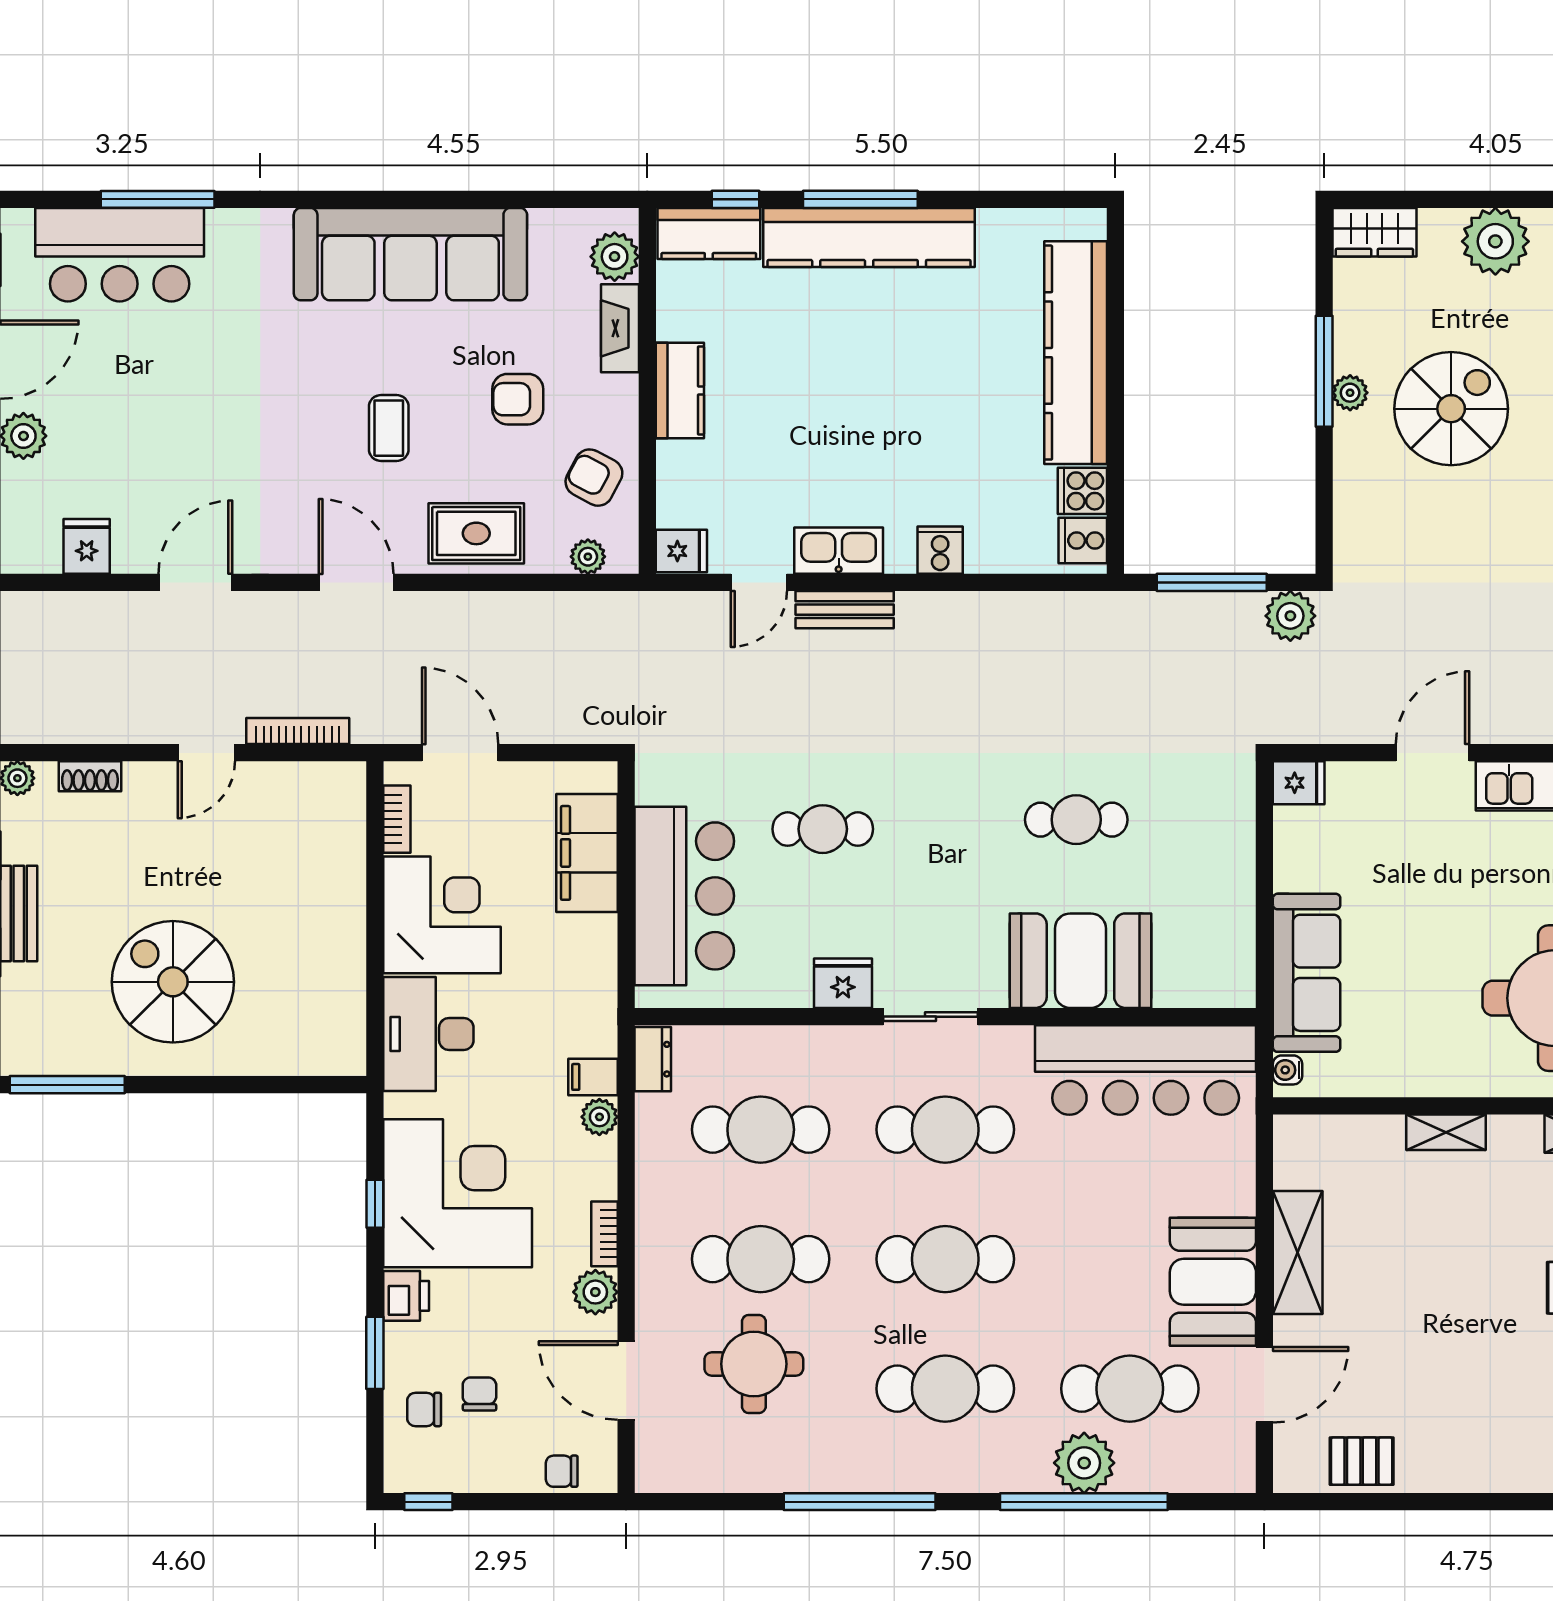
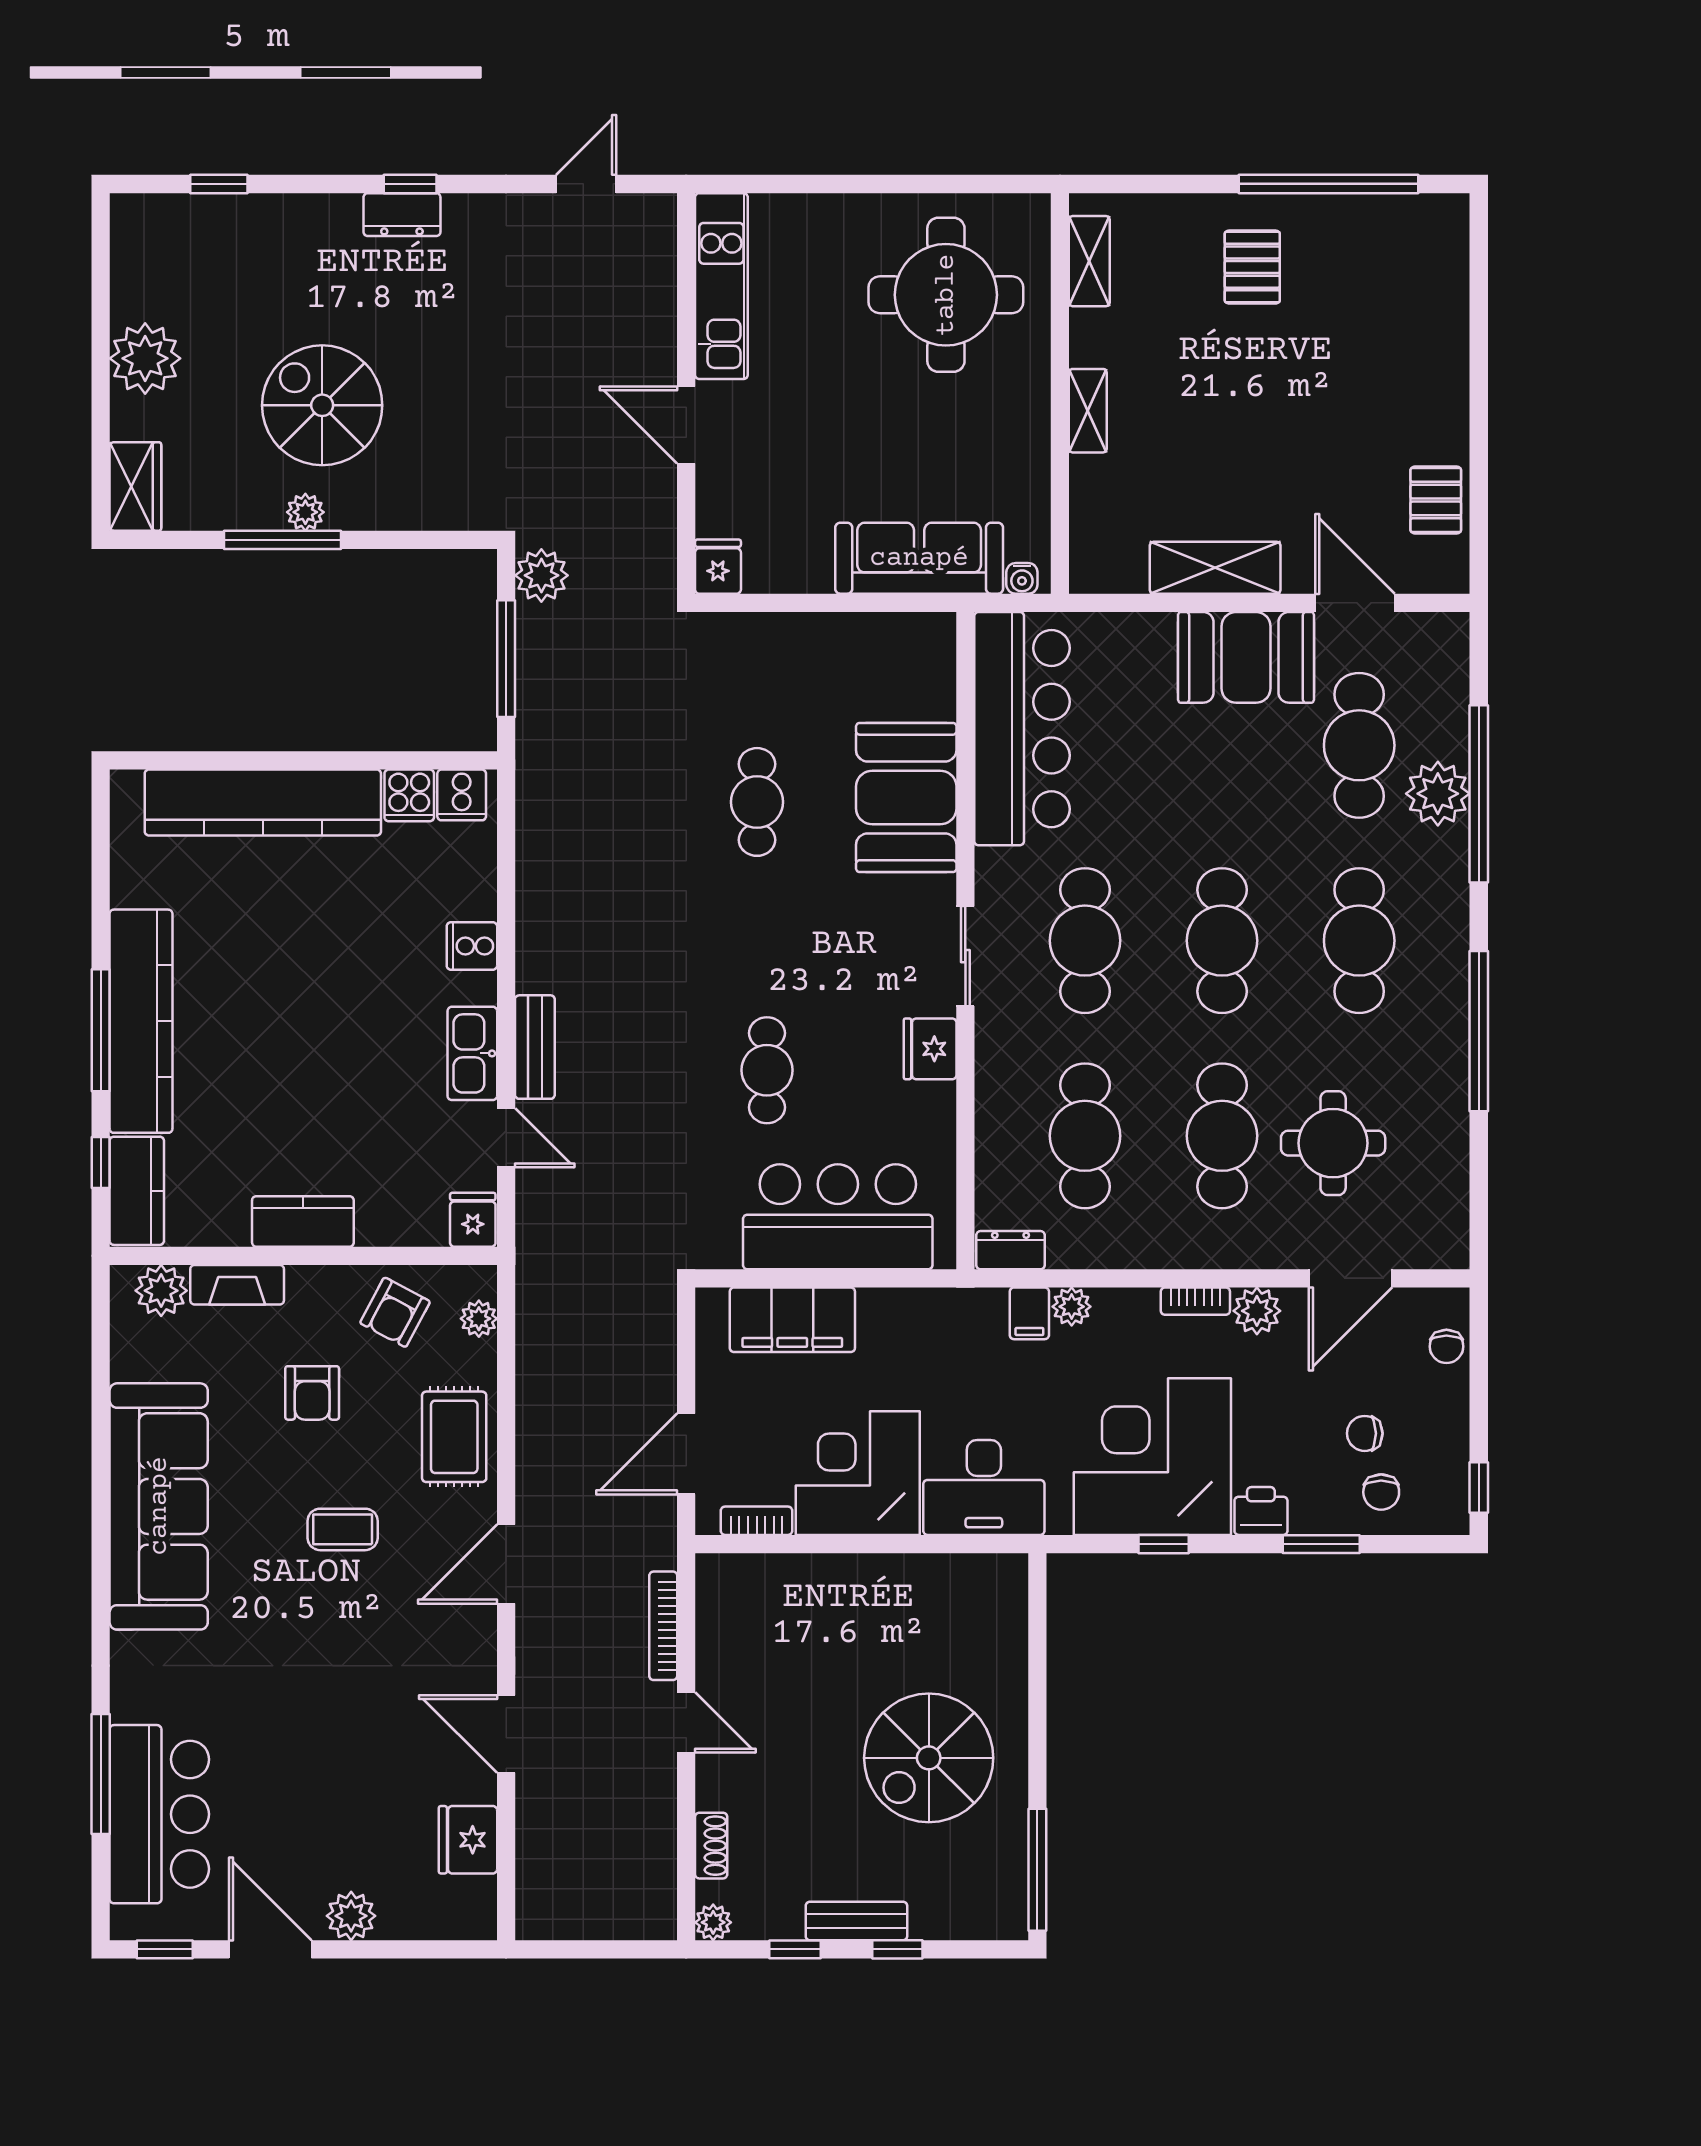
fridge: (87, 546) -> (468, 1840), width x1.38

